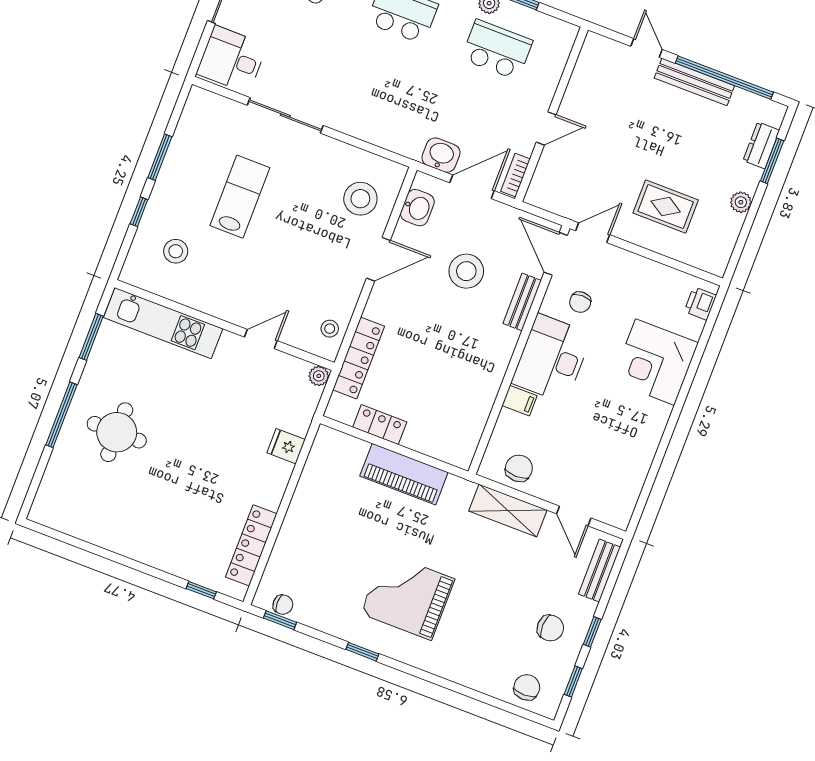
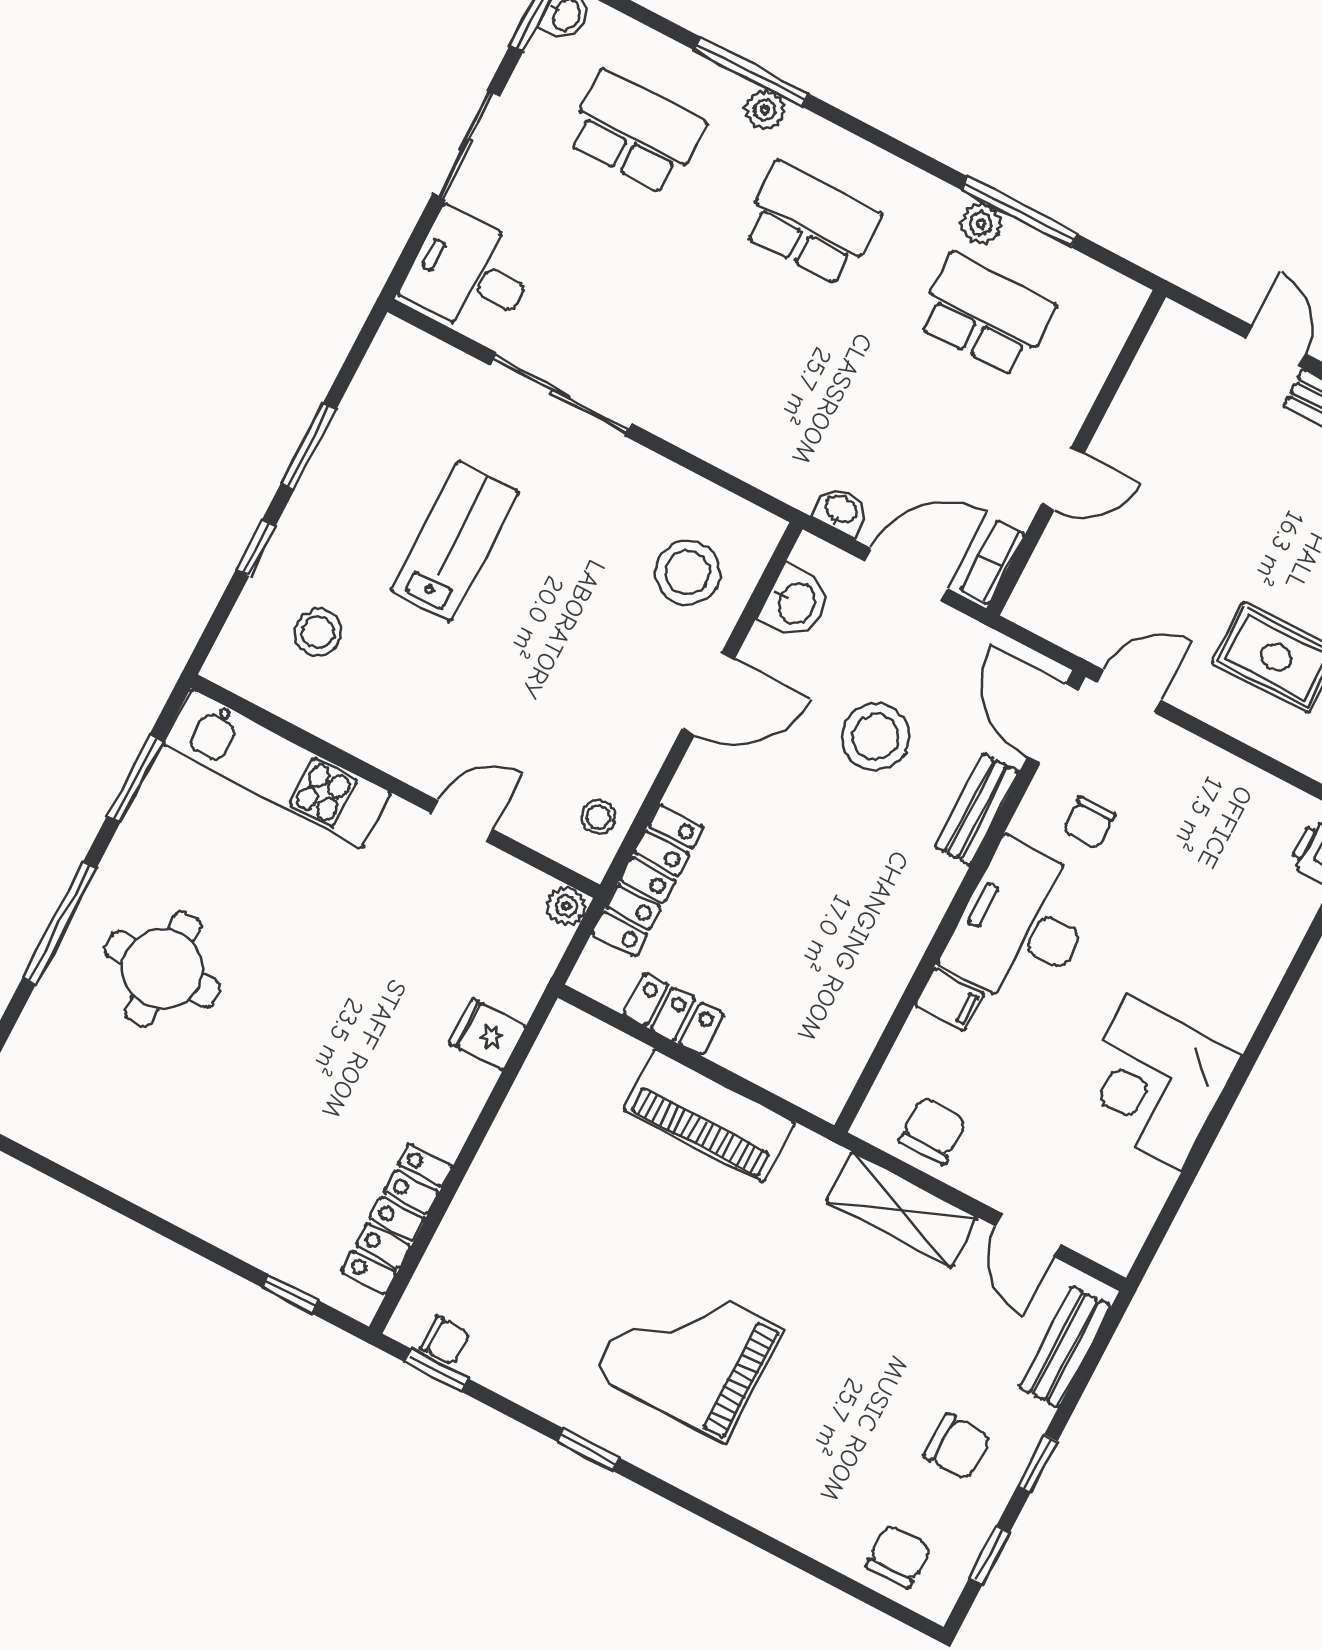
washbasin: (441, 155) -> (841, 510), width x0.72, depth x0.69
corner desk: (655, 362) -> (1154, 1083), moved

